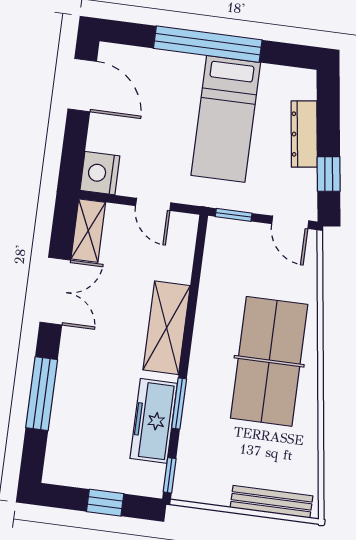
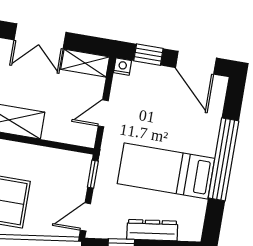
door: (82, 85) -> (196, 63), hinge flipped
window: (74, 148) -> (148, 55), added
nightstand: (100, 173) -> (122, 67), width x0.53, depth x0.56

